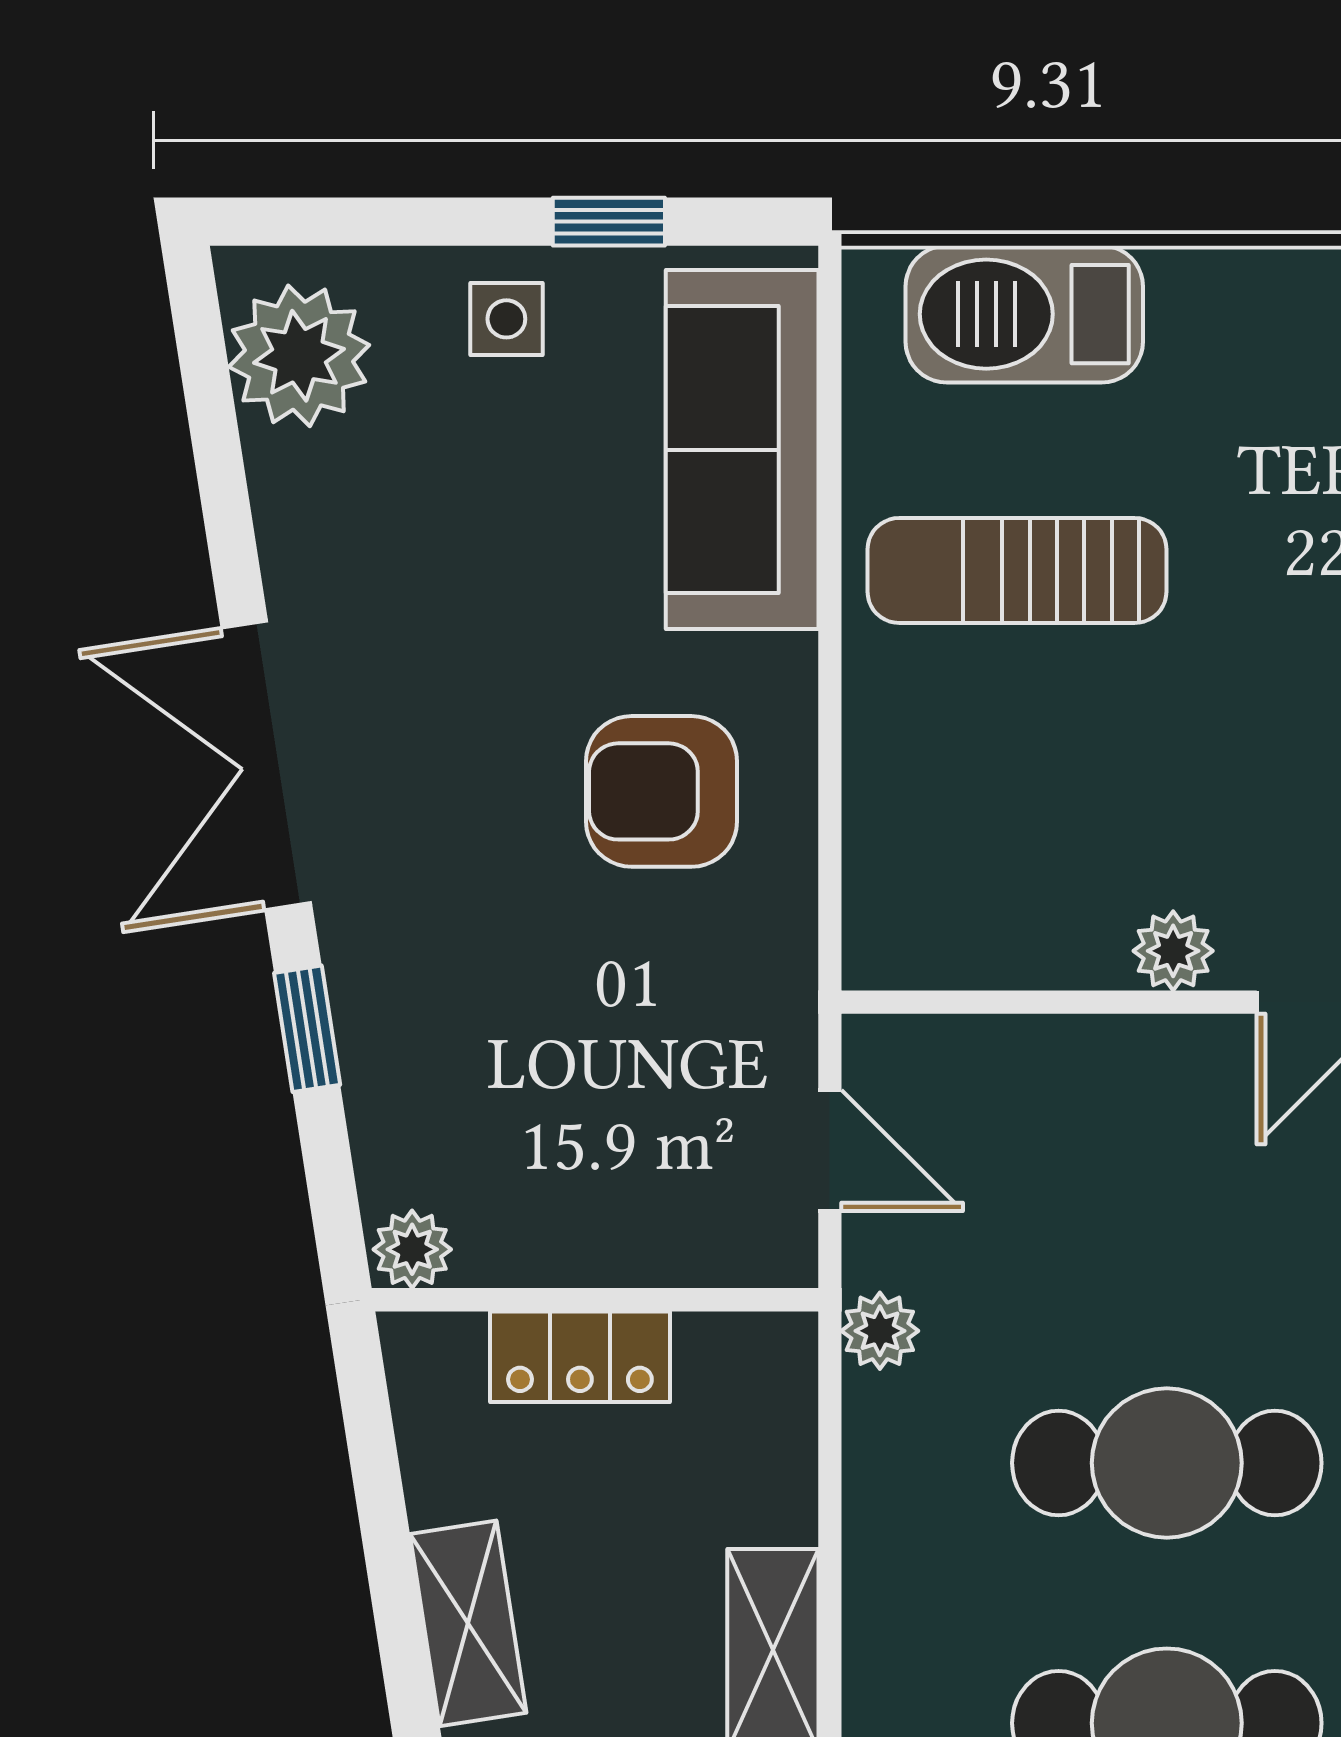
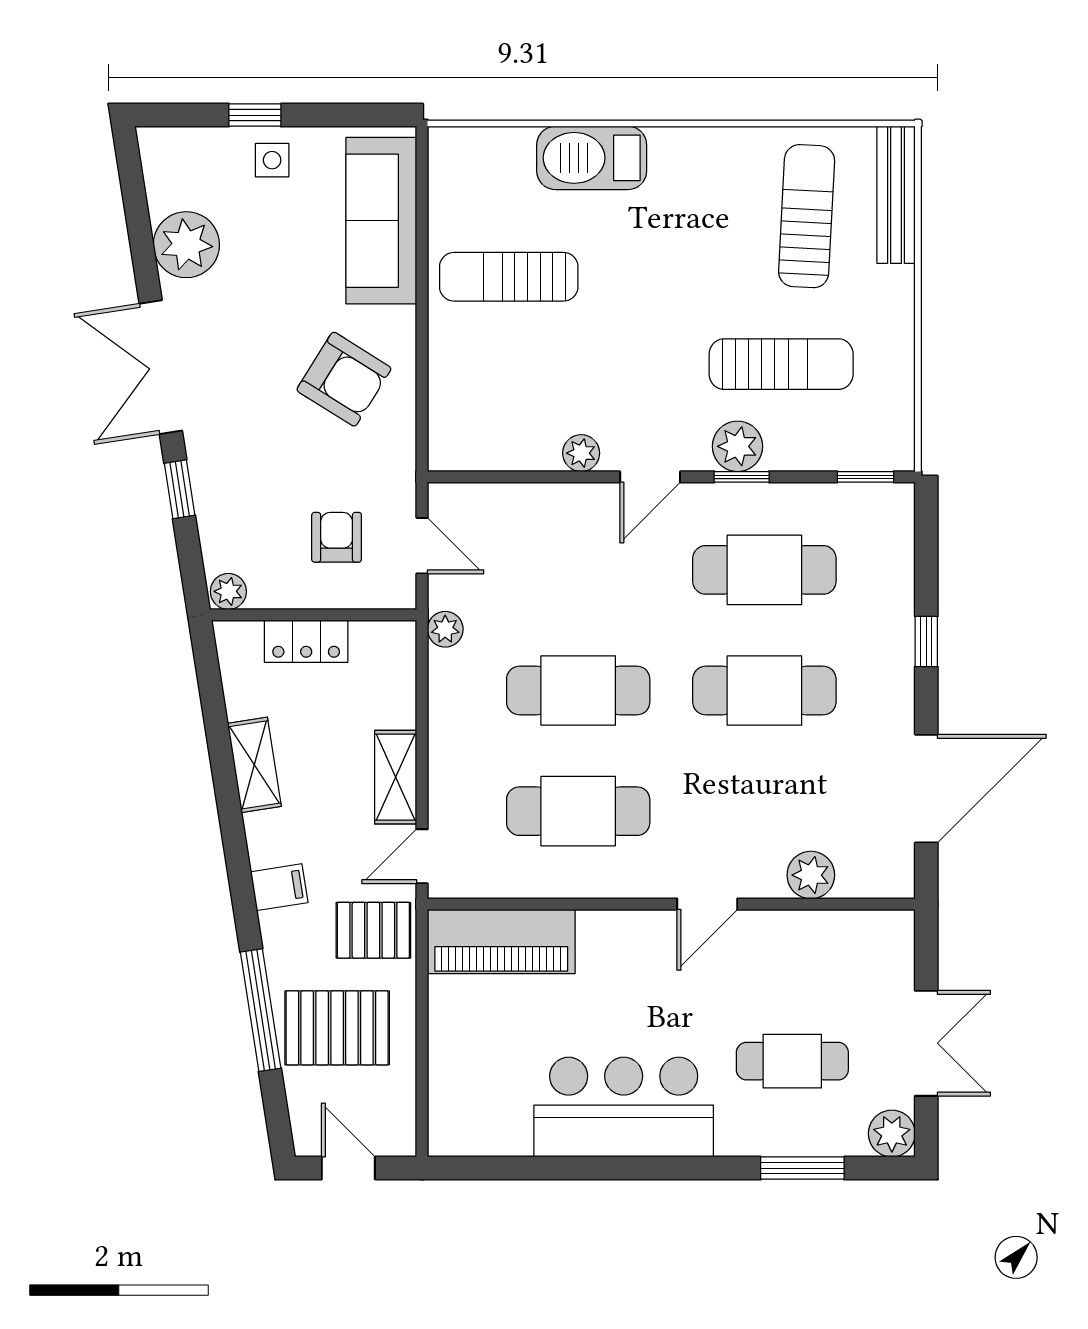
window: (609, 222) -> (255, 115), moved
barbecue: (1024, 314) -> (592, 158), moved
plant: (299, 356) -> (186, 245), moved
armchair: (662, 791) -> (344, 379), turned -148
armchair: (646, 1132) -> (337, 537), added

